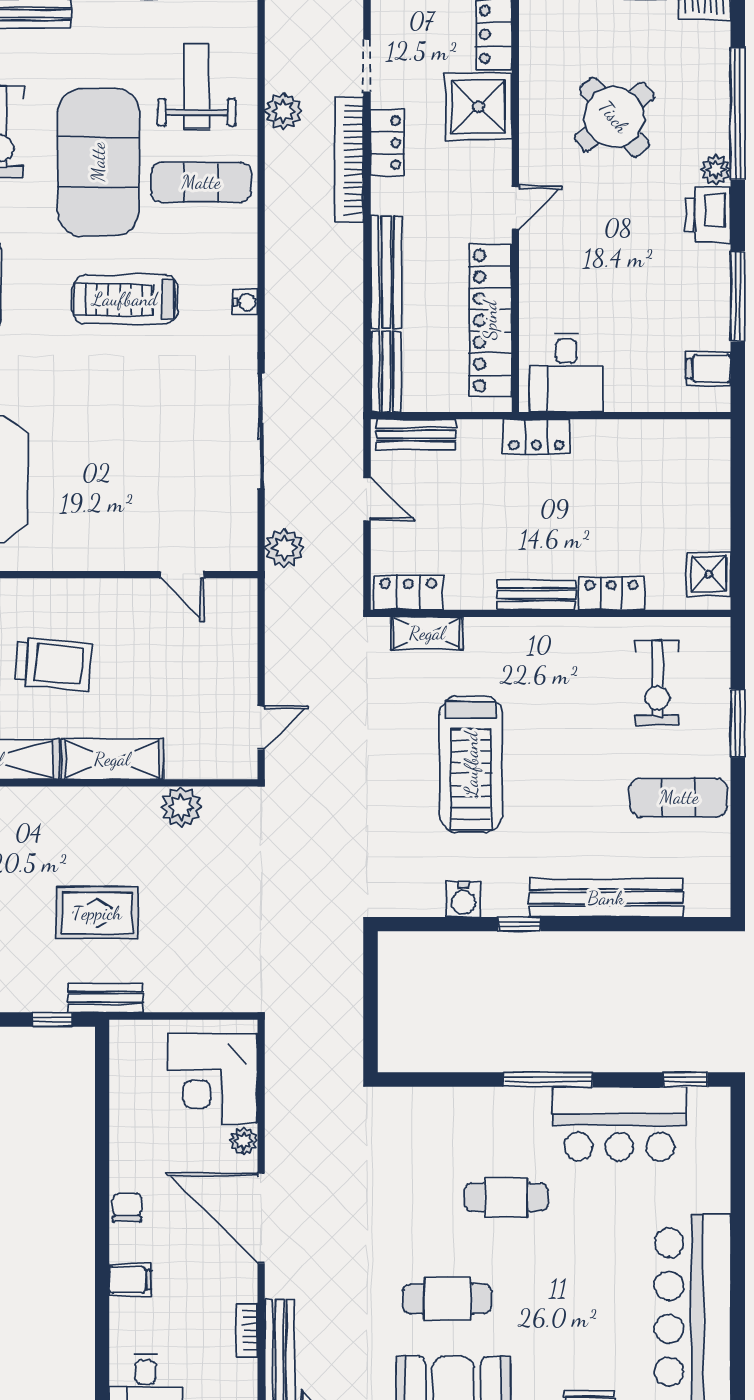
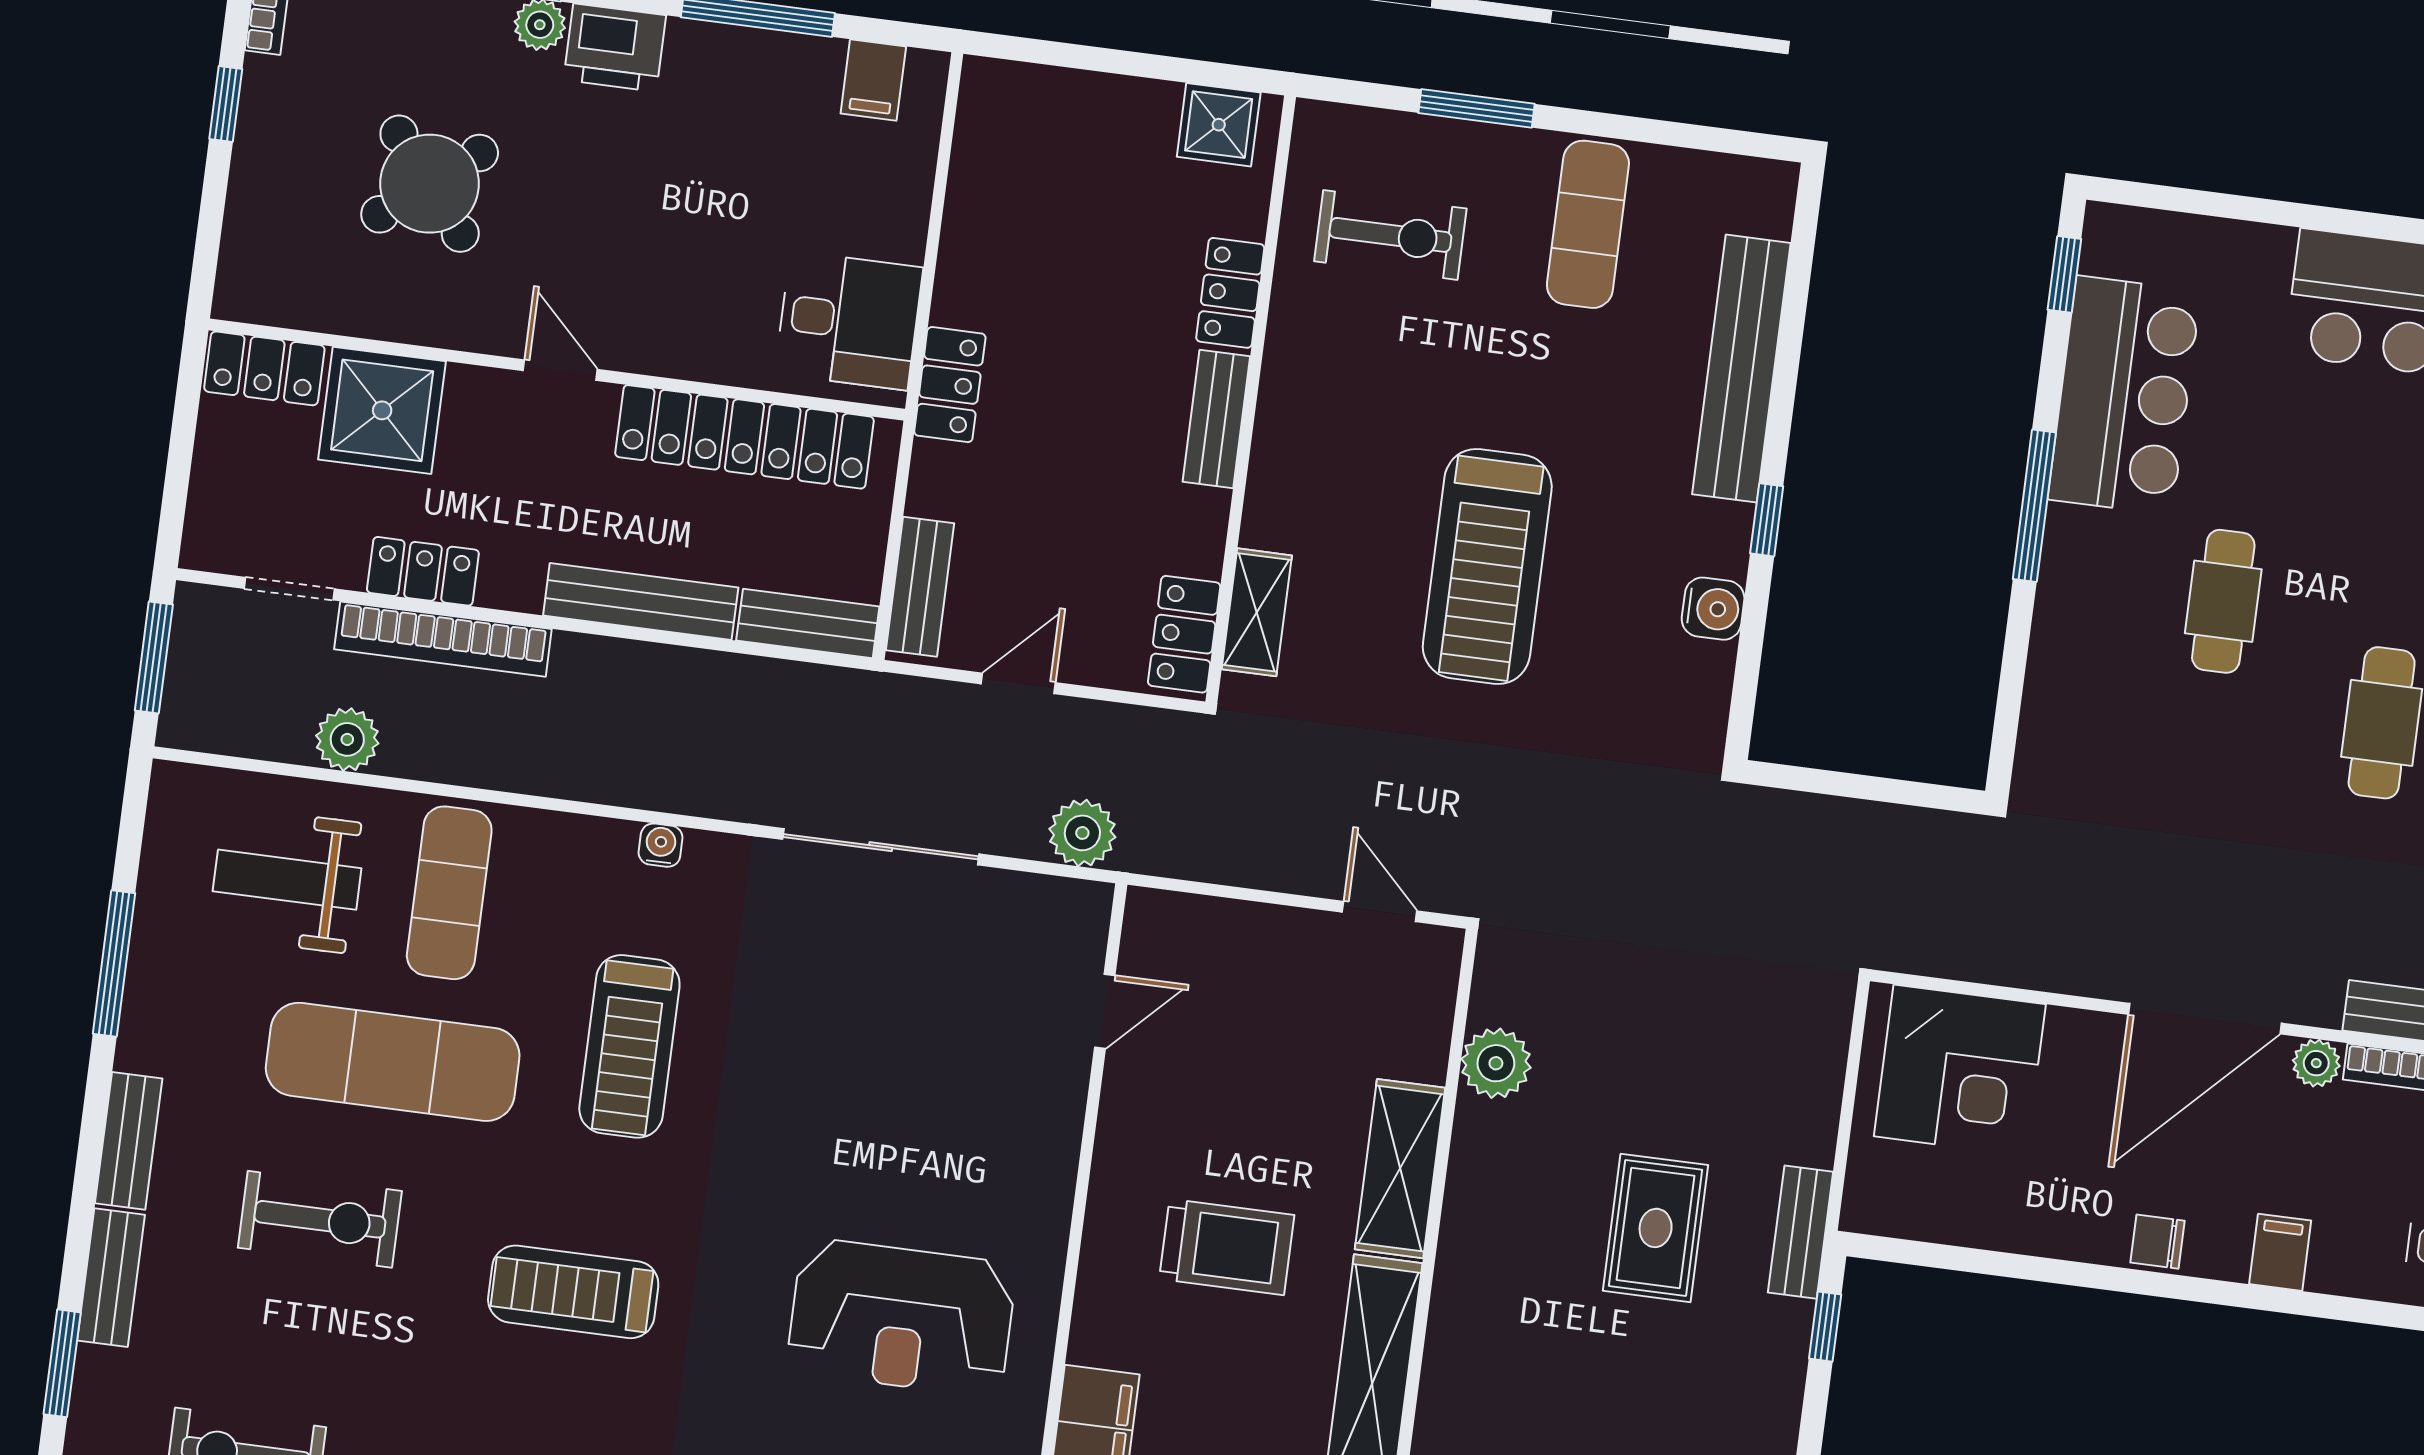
exercise mat: (98, 162) -> (393, 1062), width x0.68
trolley: (53, 664) -> (1227, 1247), turned 85
treadmill: (471, 764) -> (1487, 567), turned 90
plant: (244, 1141) -> (2316, 1063), moved

